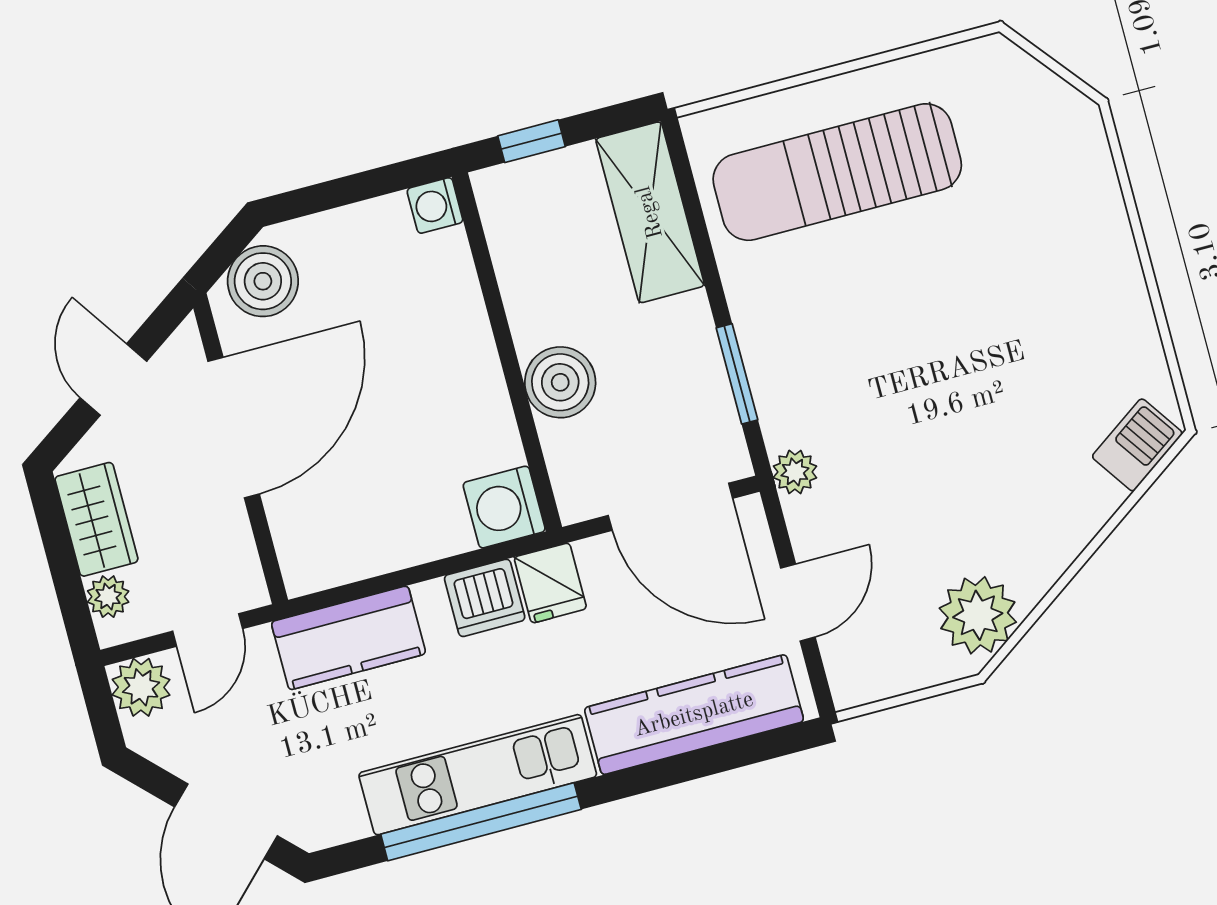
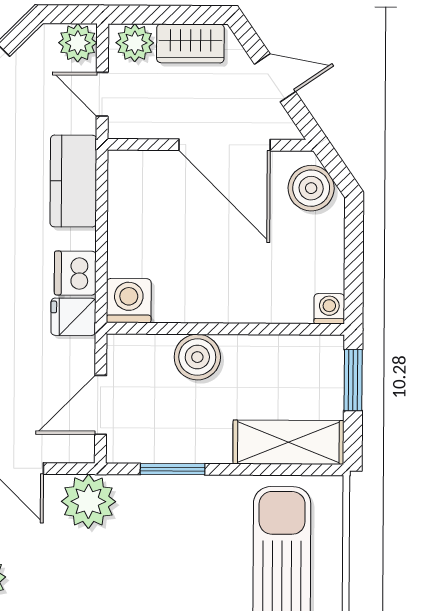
window: (532, 141) -> (353, 380), width x1.50
plant: (795, 472) -> (88, 501), width x1.88, depth x1.88
door: (670, 507) -> (101, 405), width x0.73
plant: (108, 597) -> (135, 43), width x1.38, depth x1.38

